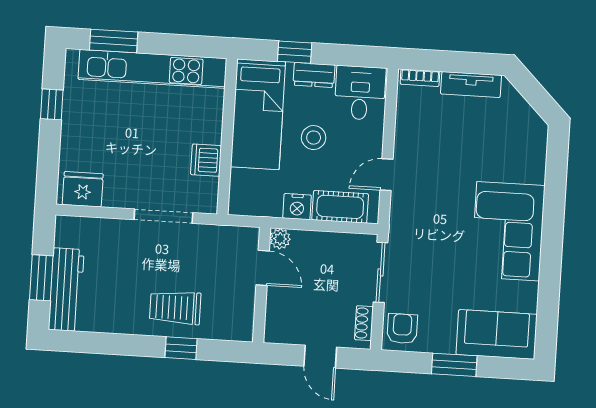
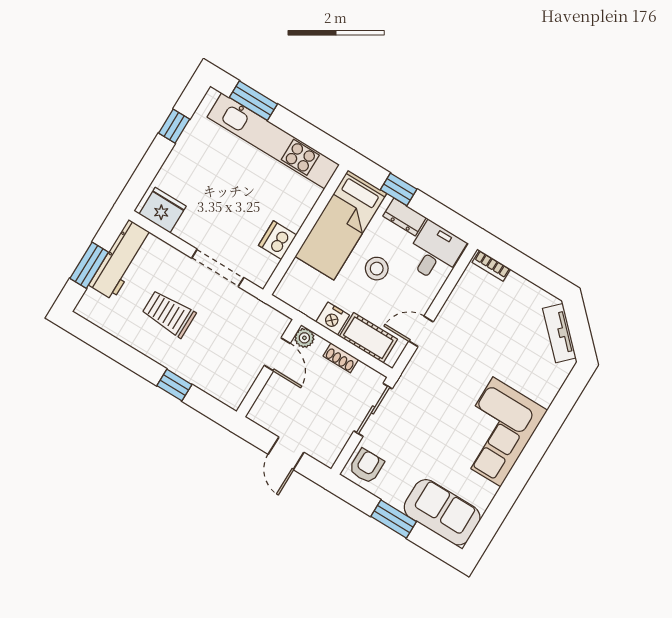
tv unit: (471, 85) -> (559, 333), moved, turned 45
workbench: (66, 290) -> (121, 260), moved
trolley: (175, 308) -> (169, 314), moved
shoe rack: (364, 323) -> (341, 358), moved, turned -90

